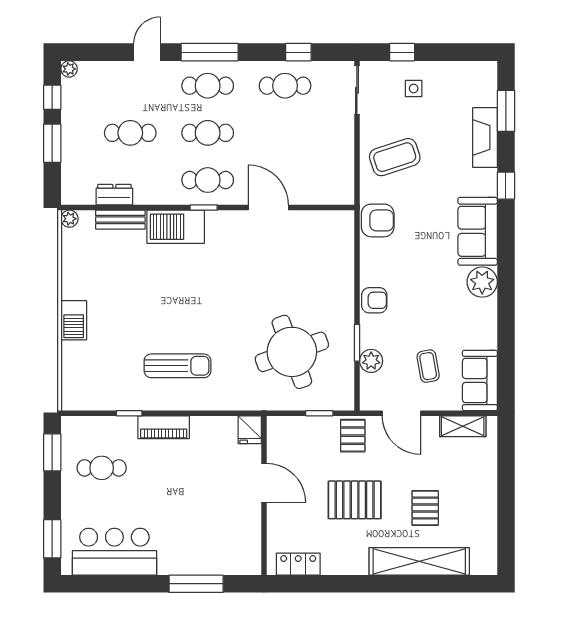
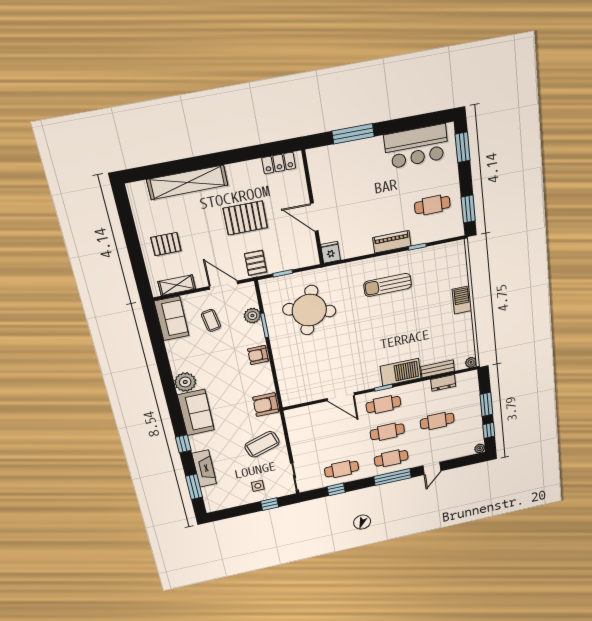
round table: (292, 352) -> (309, 310), turned 35
pallet: (425, 508) -> (166, 244), moved, turned 90

